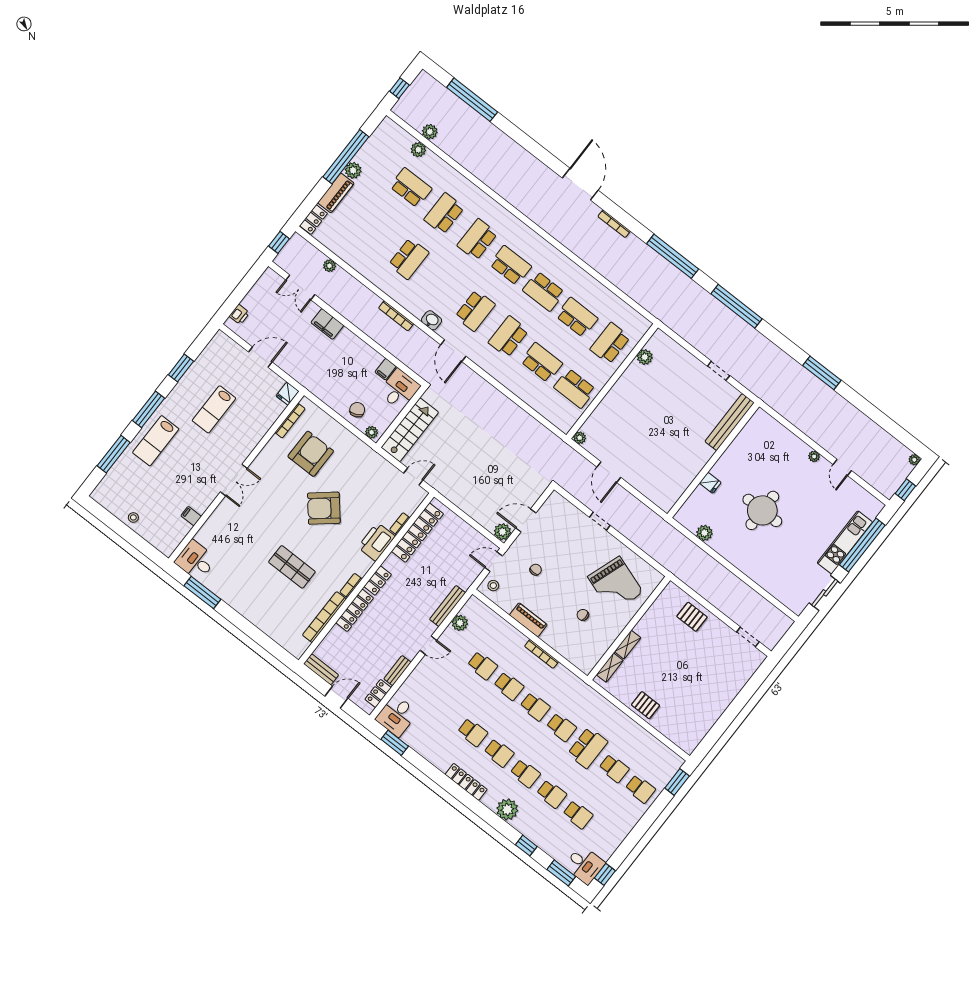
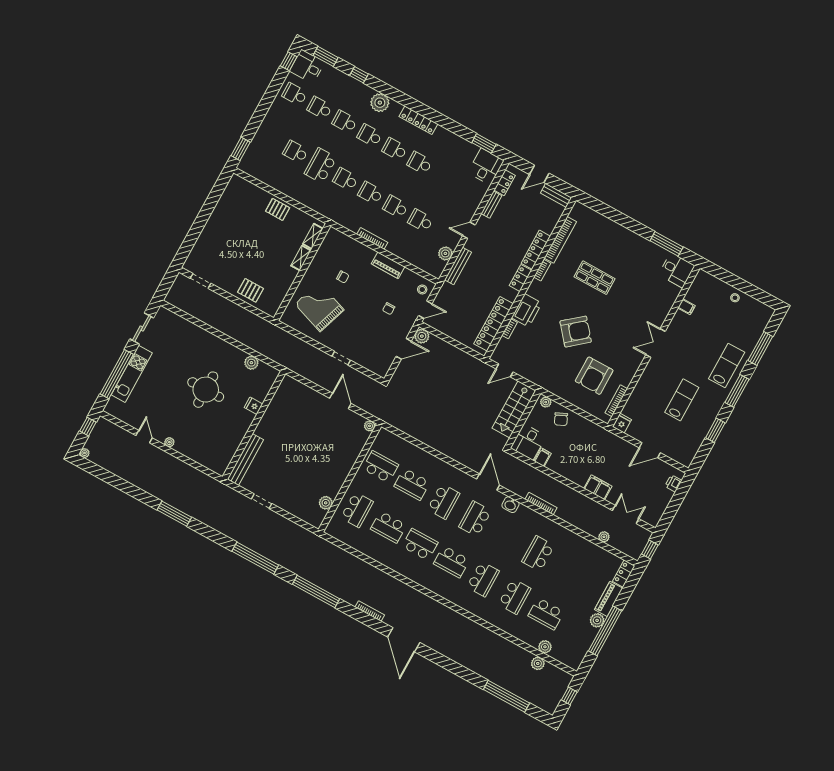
school desk: (640, 789) -> (295, 94), moved

